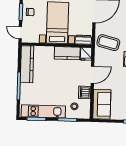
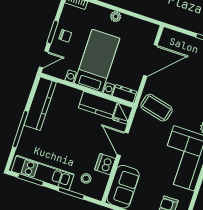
door: (20, 33) -> (44, 59), swing flipped
door: (92, 75) -> (123, 144), swing flipped

